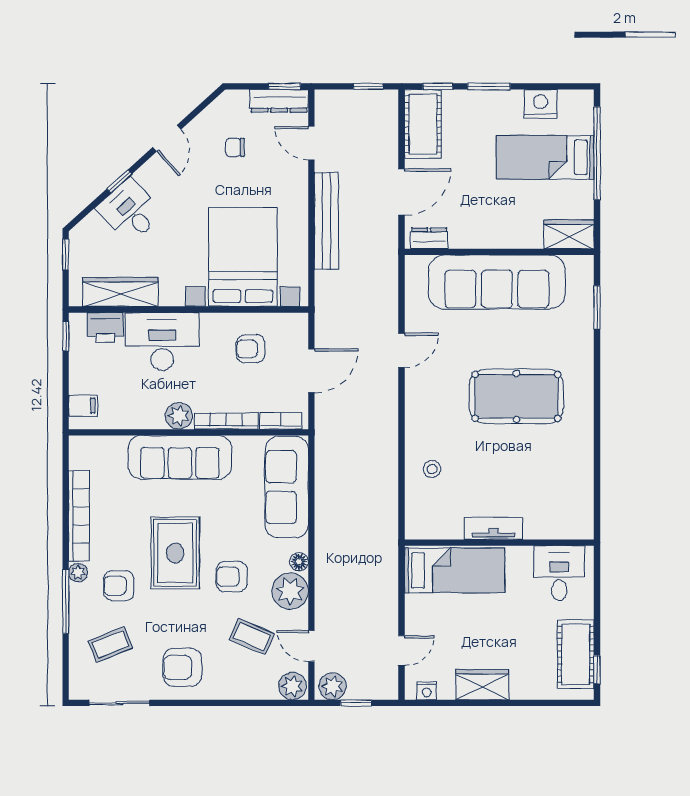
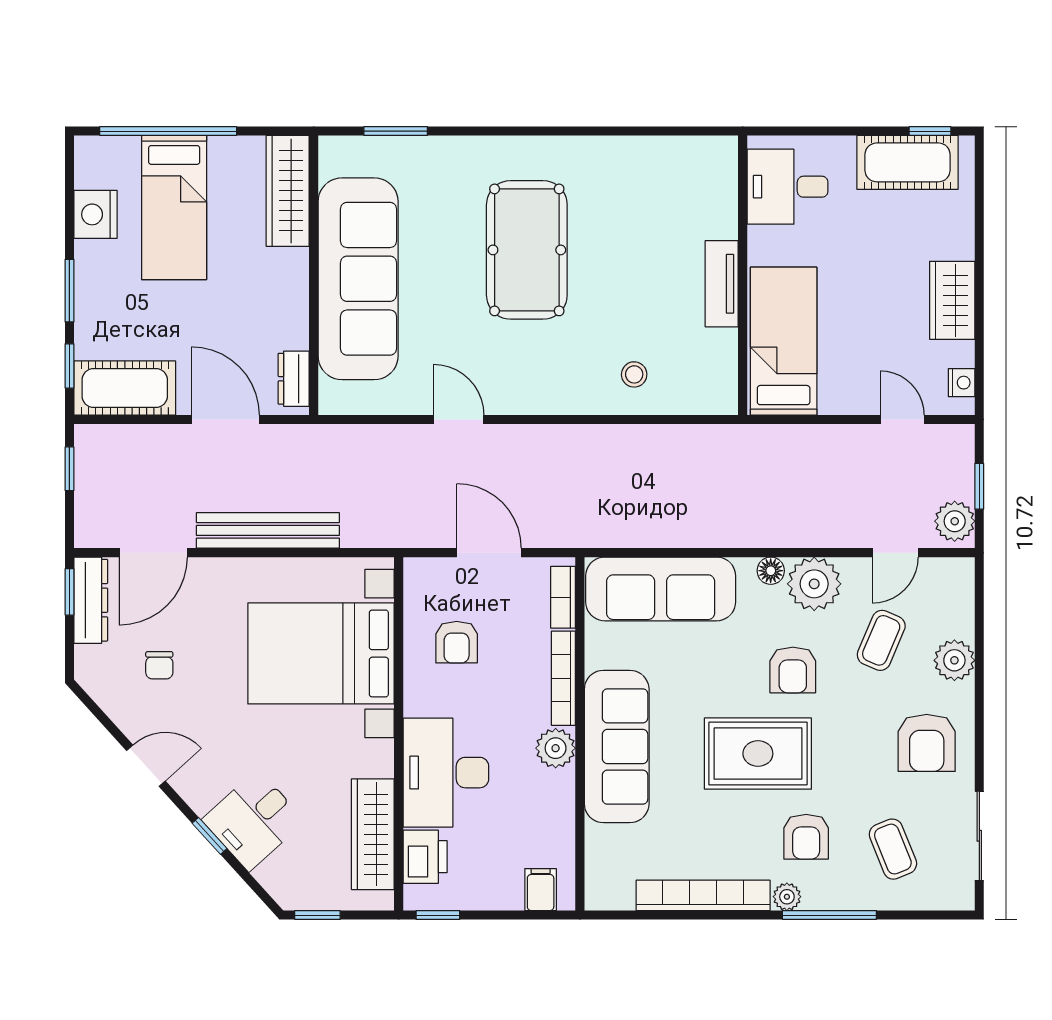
door: (311, 143) -> (153, 553), width x1.38
wardrobe: (569, 234) -> (288, 191), width x1.50
plant: (292, 686) -> (954, 660), moved

